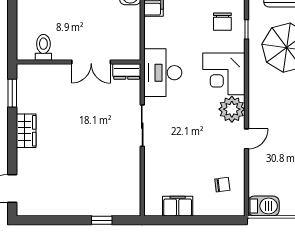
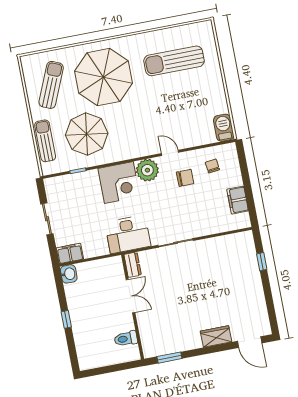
chair: (222, 22) -> (185, 178), moved
wardrobe: (26, 131) -> (216, 336), moved

